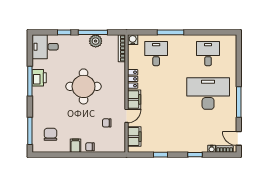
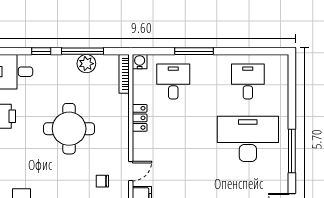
filing cabinet: (134, 99) -> (142, 147), removed

